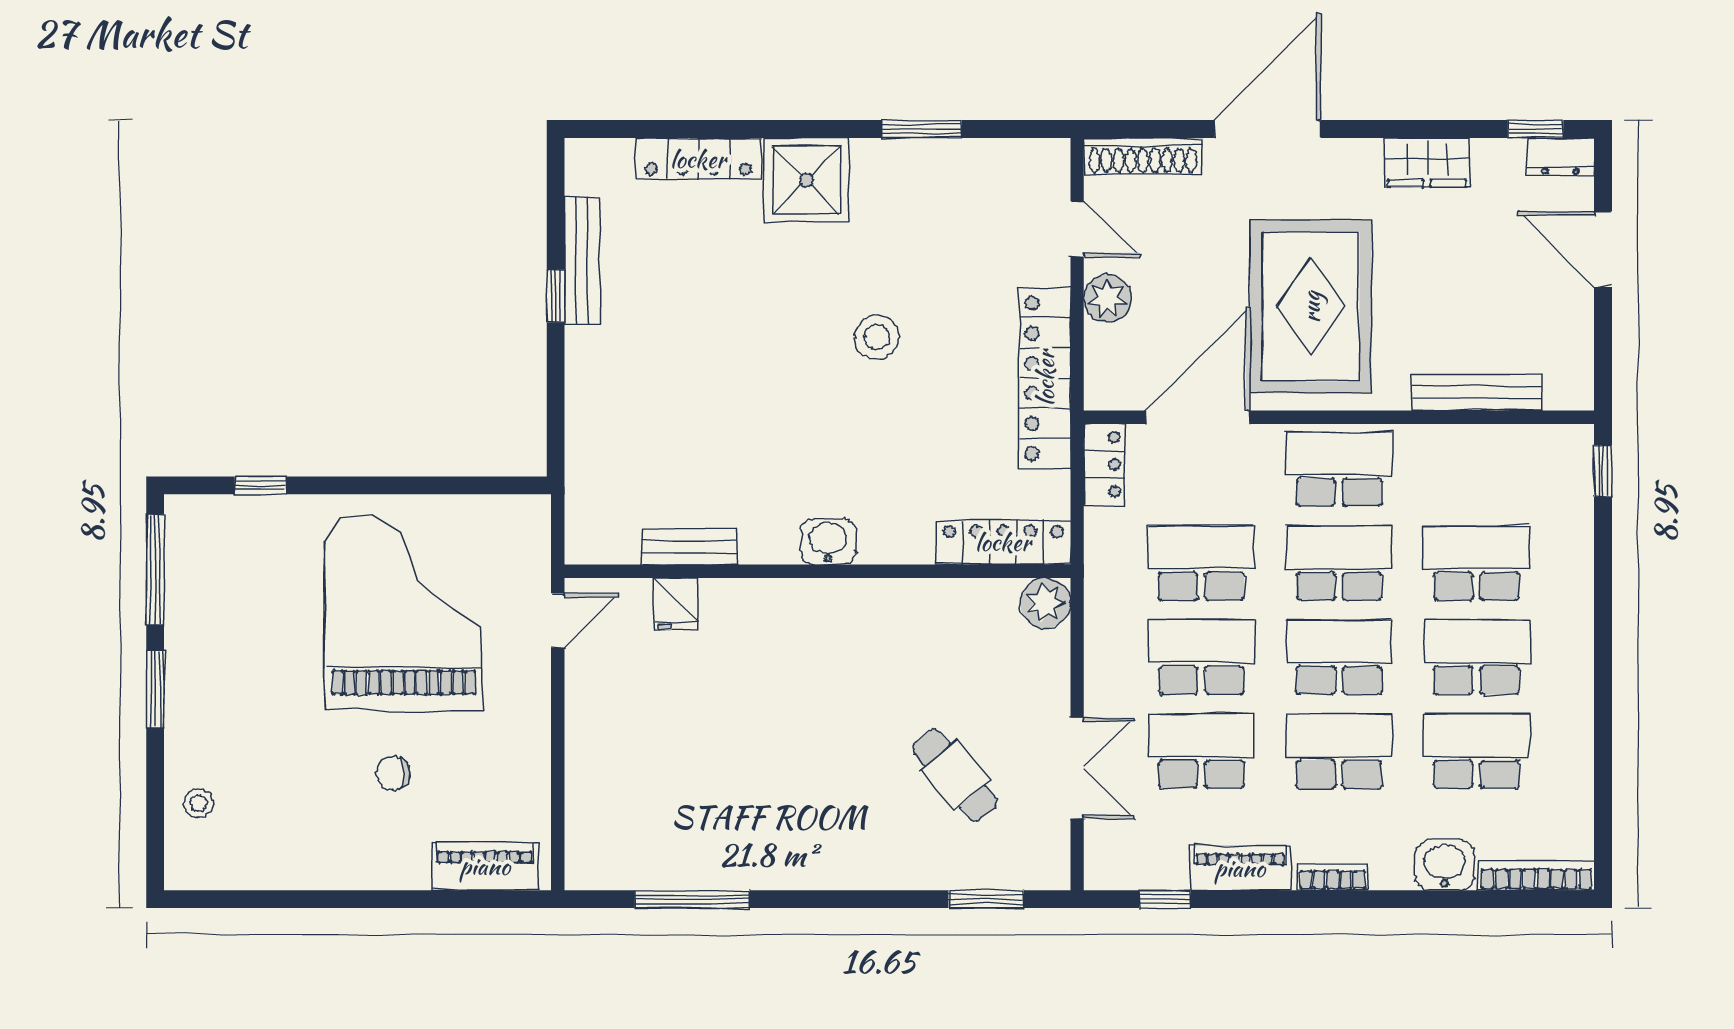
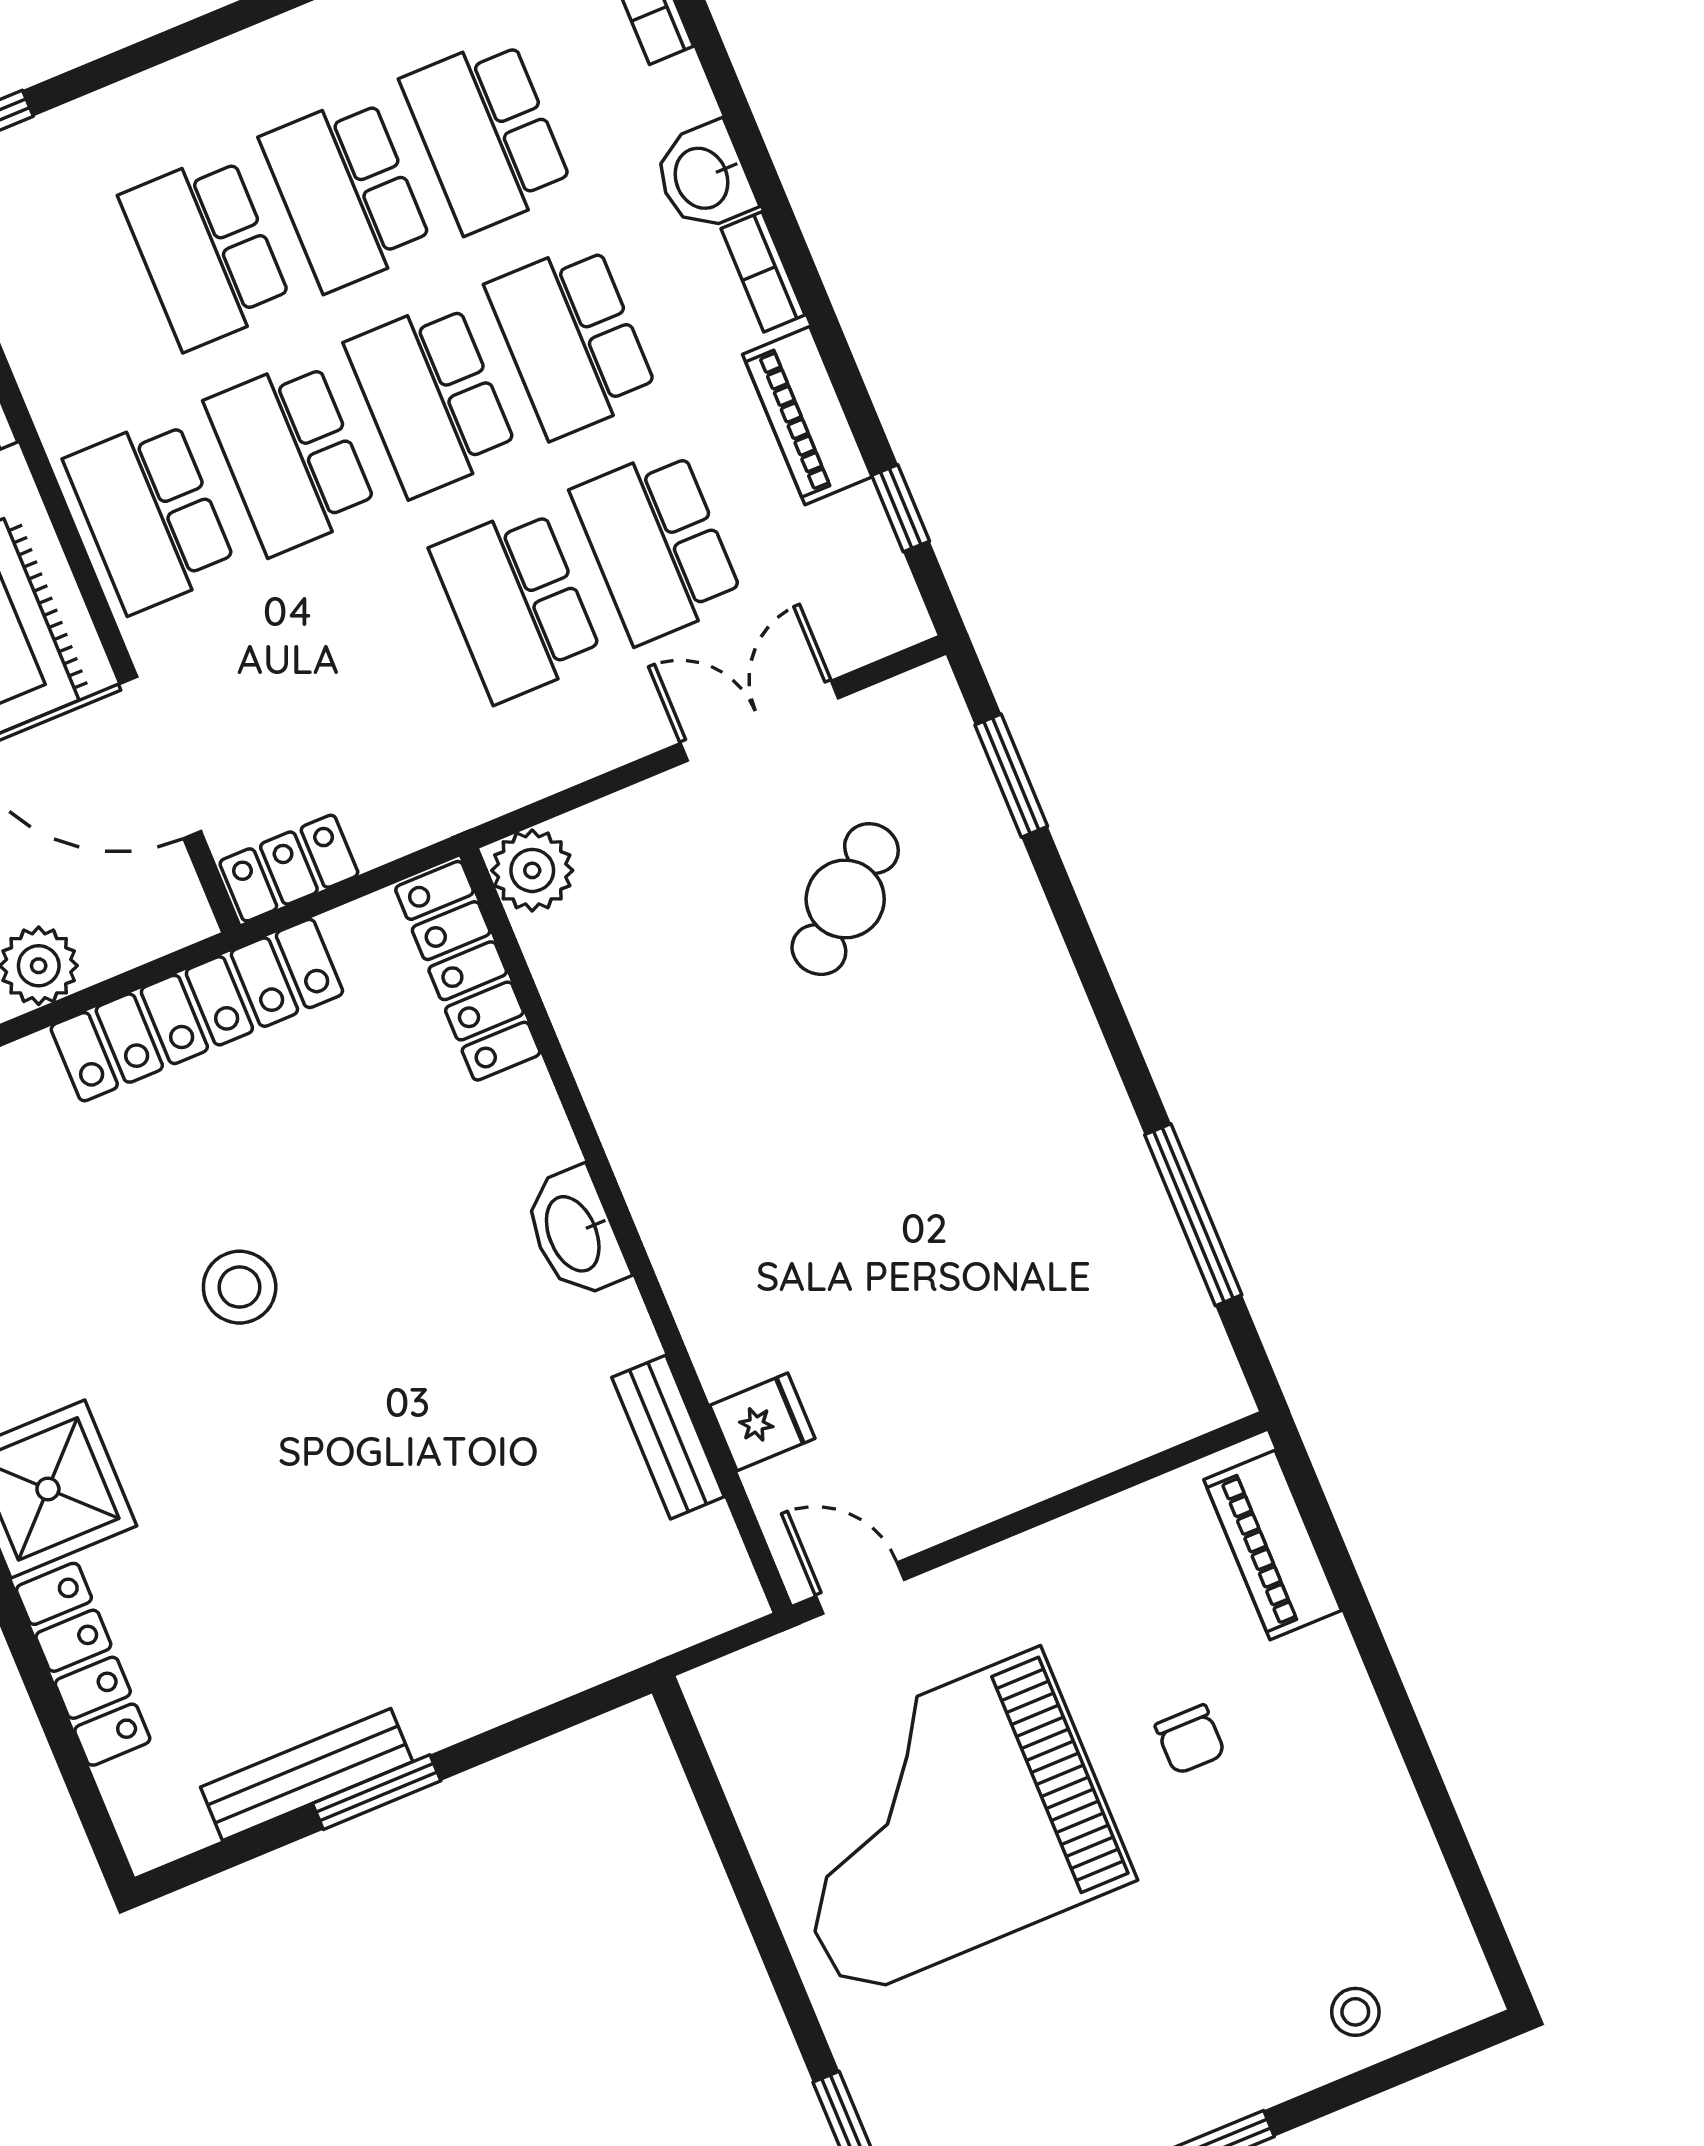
window: (556, 296) -> (377, 1792), width x1.50
washbasin: (828, 542) -> (575, 1233), width x1.38
school desk: (1201, 563) -> (376, 662), removed
washbasin: (1445, 865) -> (704, 177), moved

